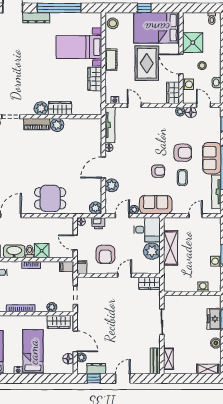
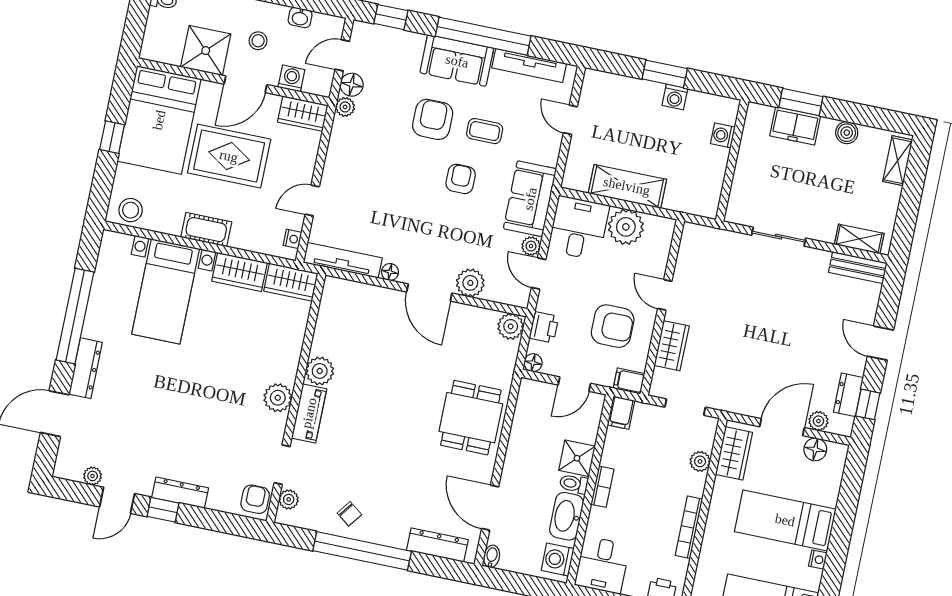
wardrobe: (60, 108) -> (291, 282), moved, turned -90
wardrobe: (150, 283) -> (672, 346), moved

